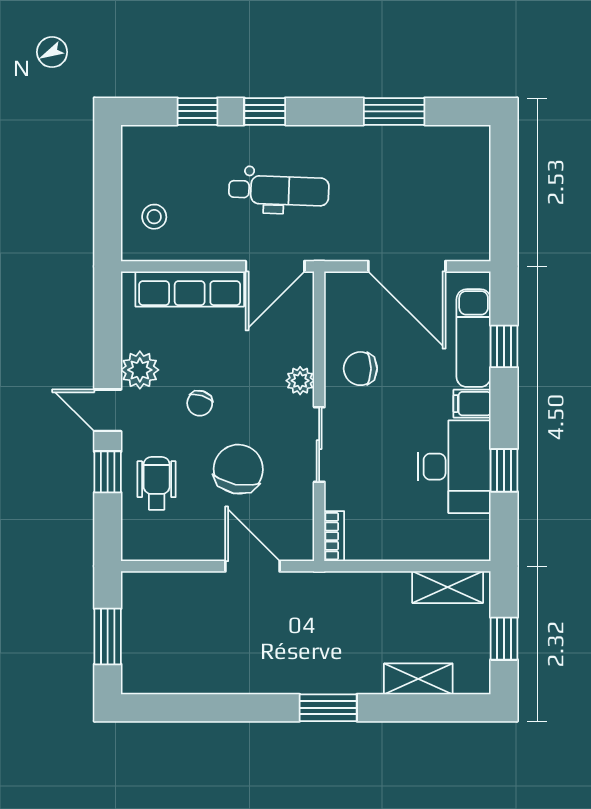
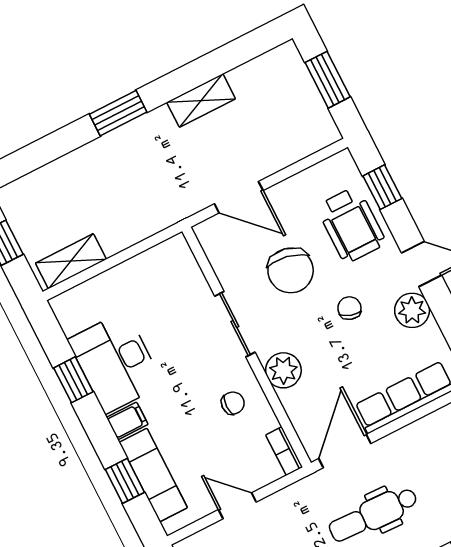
door: (407, 266) -> (237, 506), width x0.53
chair: (360, 369) -> (233, 403), width x0.73, depth x0.73
plant: (300, 381) -> (283, 370), width x1.38, depth x1.38
window: (108, 472) -> (382, 187), moved
wheelchair: (157, 483) -> (351, 225), width x1.36, depth x1.37
bookcase: (334, 536) -> (284, 451), moved
shelving: (418, 679) -> (201, 101), moved

